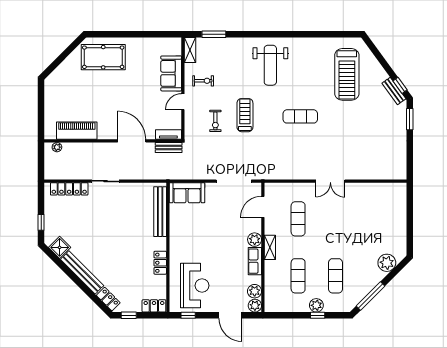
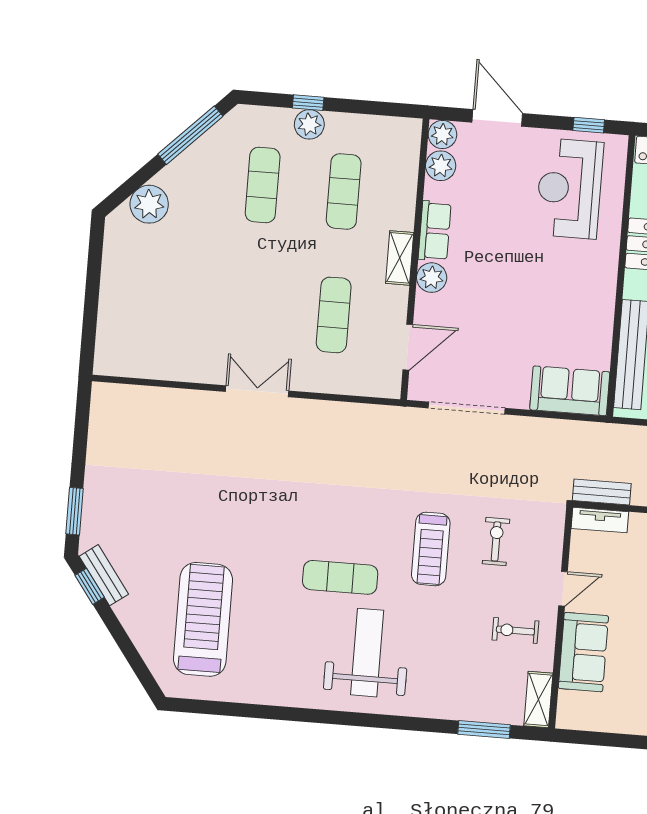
exercise mat: (300, 116) -> (340, 577), moved

